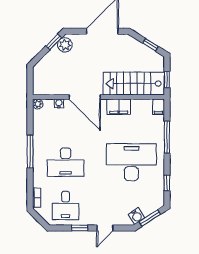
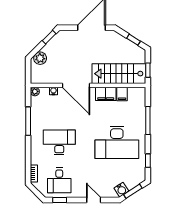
plant: (65, 45) -> (40, 58), moved
filing cabinet: (158, 107) -> (122, 94), moved
window: (30, 151) -> (28, 121), moved
desk: (66, 162) -> (59, 142), turned 180
desk: (131, 162) -> (117, 142), turned 180
window: (80, 228) -> (60, 200), moved
door: (105, 228) -> (94, 200), swing flipped

